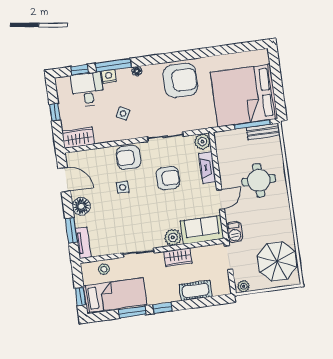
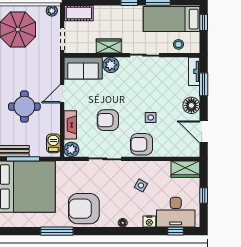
window: (113, 65) -> (57, 231), moved
desk: (88, 89) -> (176, 212), width x1.37
armchair: (128, 157) -> (142, 144), turned 180
barbecue: (234, 232) -> (53, 143), moved
cot: (196, 290) -> (79, 13), moved

